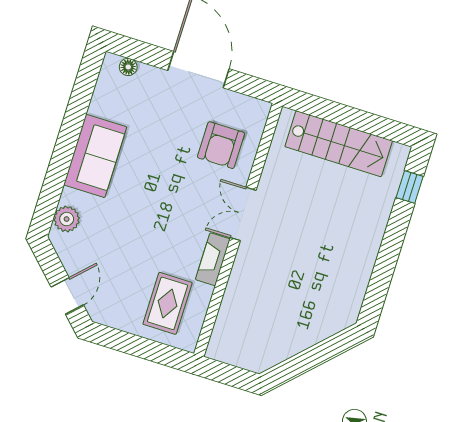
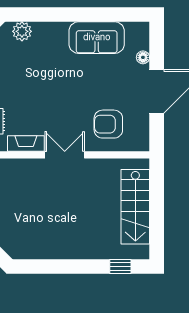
floor lamp: (128, 67) -> (143, 57), moved
sofa: (95, 156) -> (97, 38), moved

